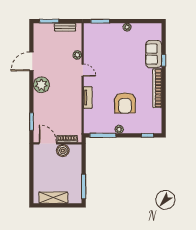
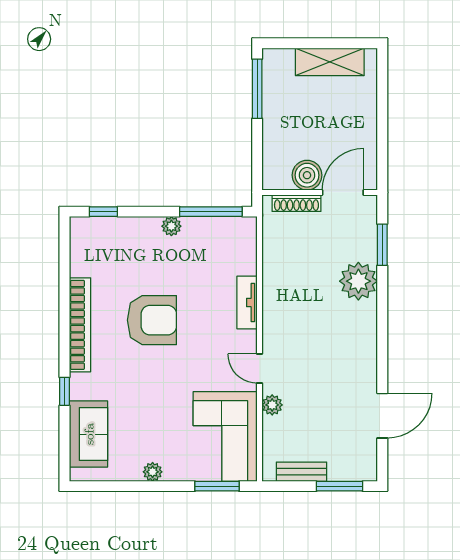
corner sofa: (97, 42) -> (225, 436), added
sofa: (154, 54) -> (89, 434), moved
door: (31, 61) -> (382, 416), moved
plant: (41, 85) -> (358, 281), moved
armchair: (125, 103) -> (152, 320), moved, turned 90
door: (48, 143) -> (343, 192), swing flipped

